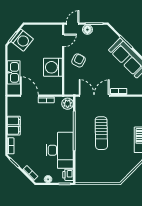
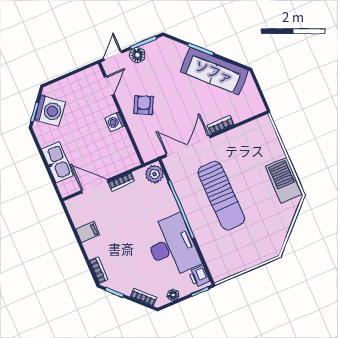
washing machine: (53, 67) -> (115, 122), width x0.53, depth x0.53
filing cabinet: (14, 126) -> (88, 232), width x0.50
sun lounger: (101, 133) -> (221, 196), width x1.36, depth x1.34

